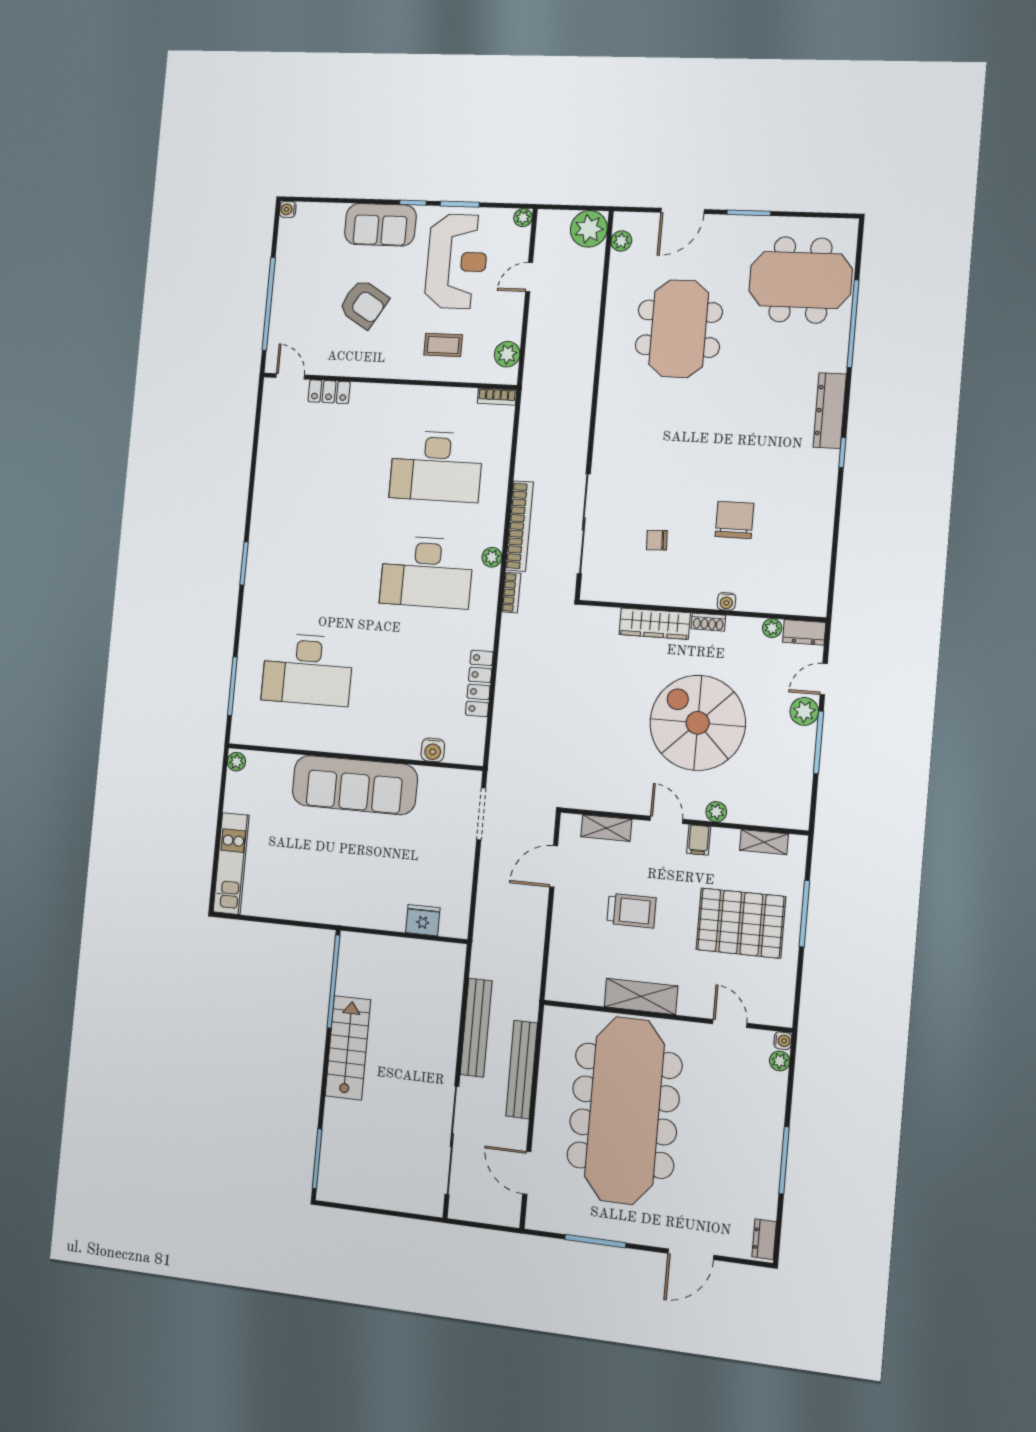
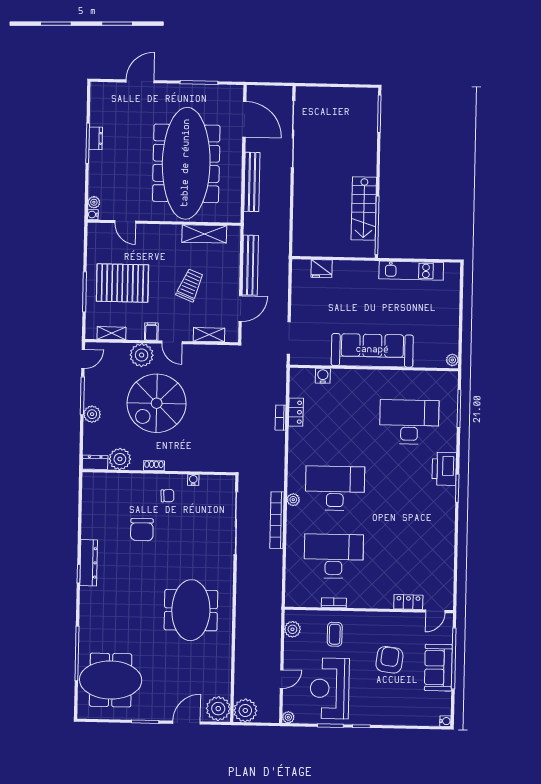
sofa: (380, 225) -> (438, 668), moved, turned -90
plant: (621, 241) -> (218, 709), width x1.87, depth x1.87
armchair: (364, 304) -> (389, 660), turned 66
meeting table: (679, 329) -> (191, 610), moved
coffee table: (443, 345) -> (335, 634), turned 90
door: (290, 376) -> (435, 611), hinge flipped
bookcase: (497, 397) -> (334, 603), moved
dresser: (830, 411) -> (89, 563), moved
chair: (657, 540) -> (167, 496), moved
bookcase: (511, 593) -> (281, 418), moved
printer: (261, 594) -> (444, 469), added
water cooler: (726, 601) -> (193, 480), moved
wardrobe: (655, 624) -> (187, 463), removed
plant: (772, 628) -> (120, 459), width x1.87, depth x1.87
door: (824, 679) -> (83, 359), moved
locker: (479, 683) -> (296, 412), width x0.66
spiral stairs: (698, 723) -> (157, 403), turned 90
plant: (716, 812) -> (142, 355), width x1.88, depth x1.88
kitchen unit: (231, 864) -> (411, 271), moved, turned -90
trolley: (631, 911) -> (190, 285), turned 112
shelving: (641, 996) -> (204, 234), moved
bench: (476, 1028) -> (250, 265), moved
stairs: (348, 1048) -> (364, 209), moved
door: (527, 1173) -> (244, 119), width x1.36
dresser: (764, 1239) -> (96, 138), moved

